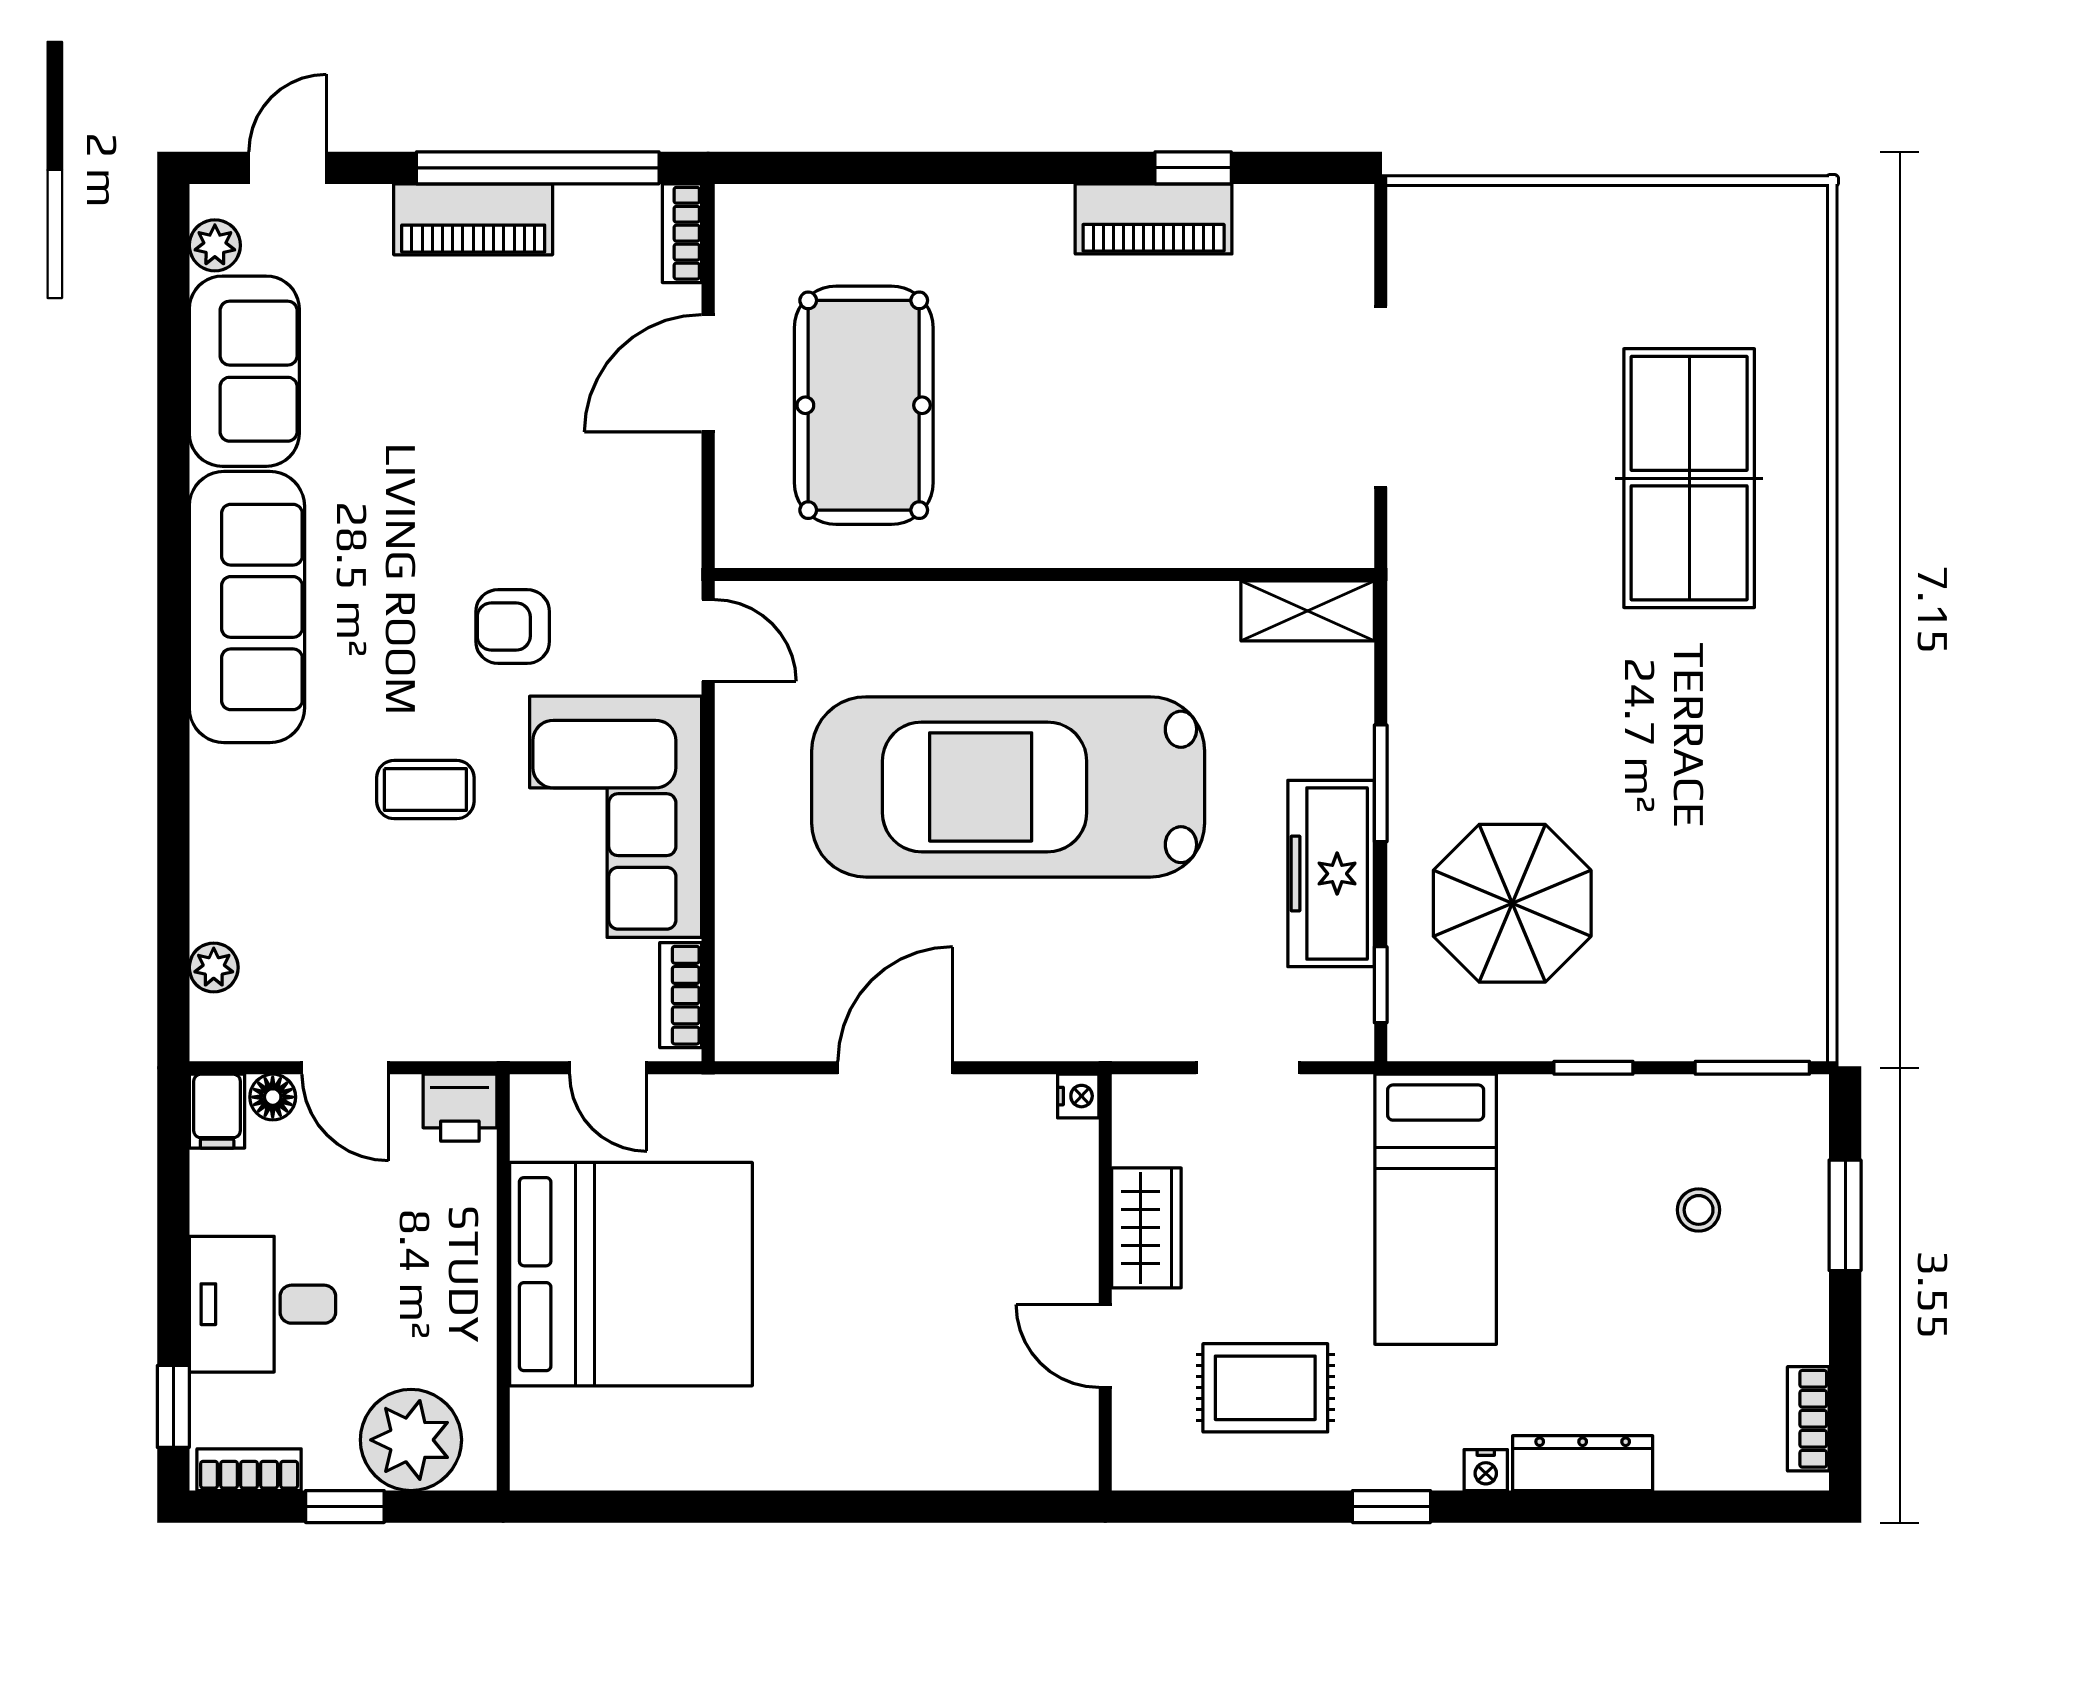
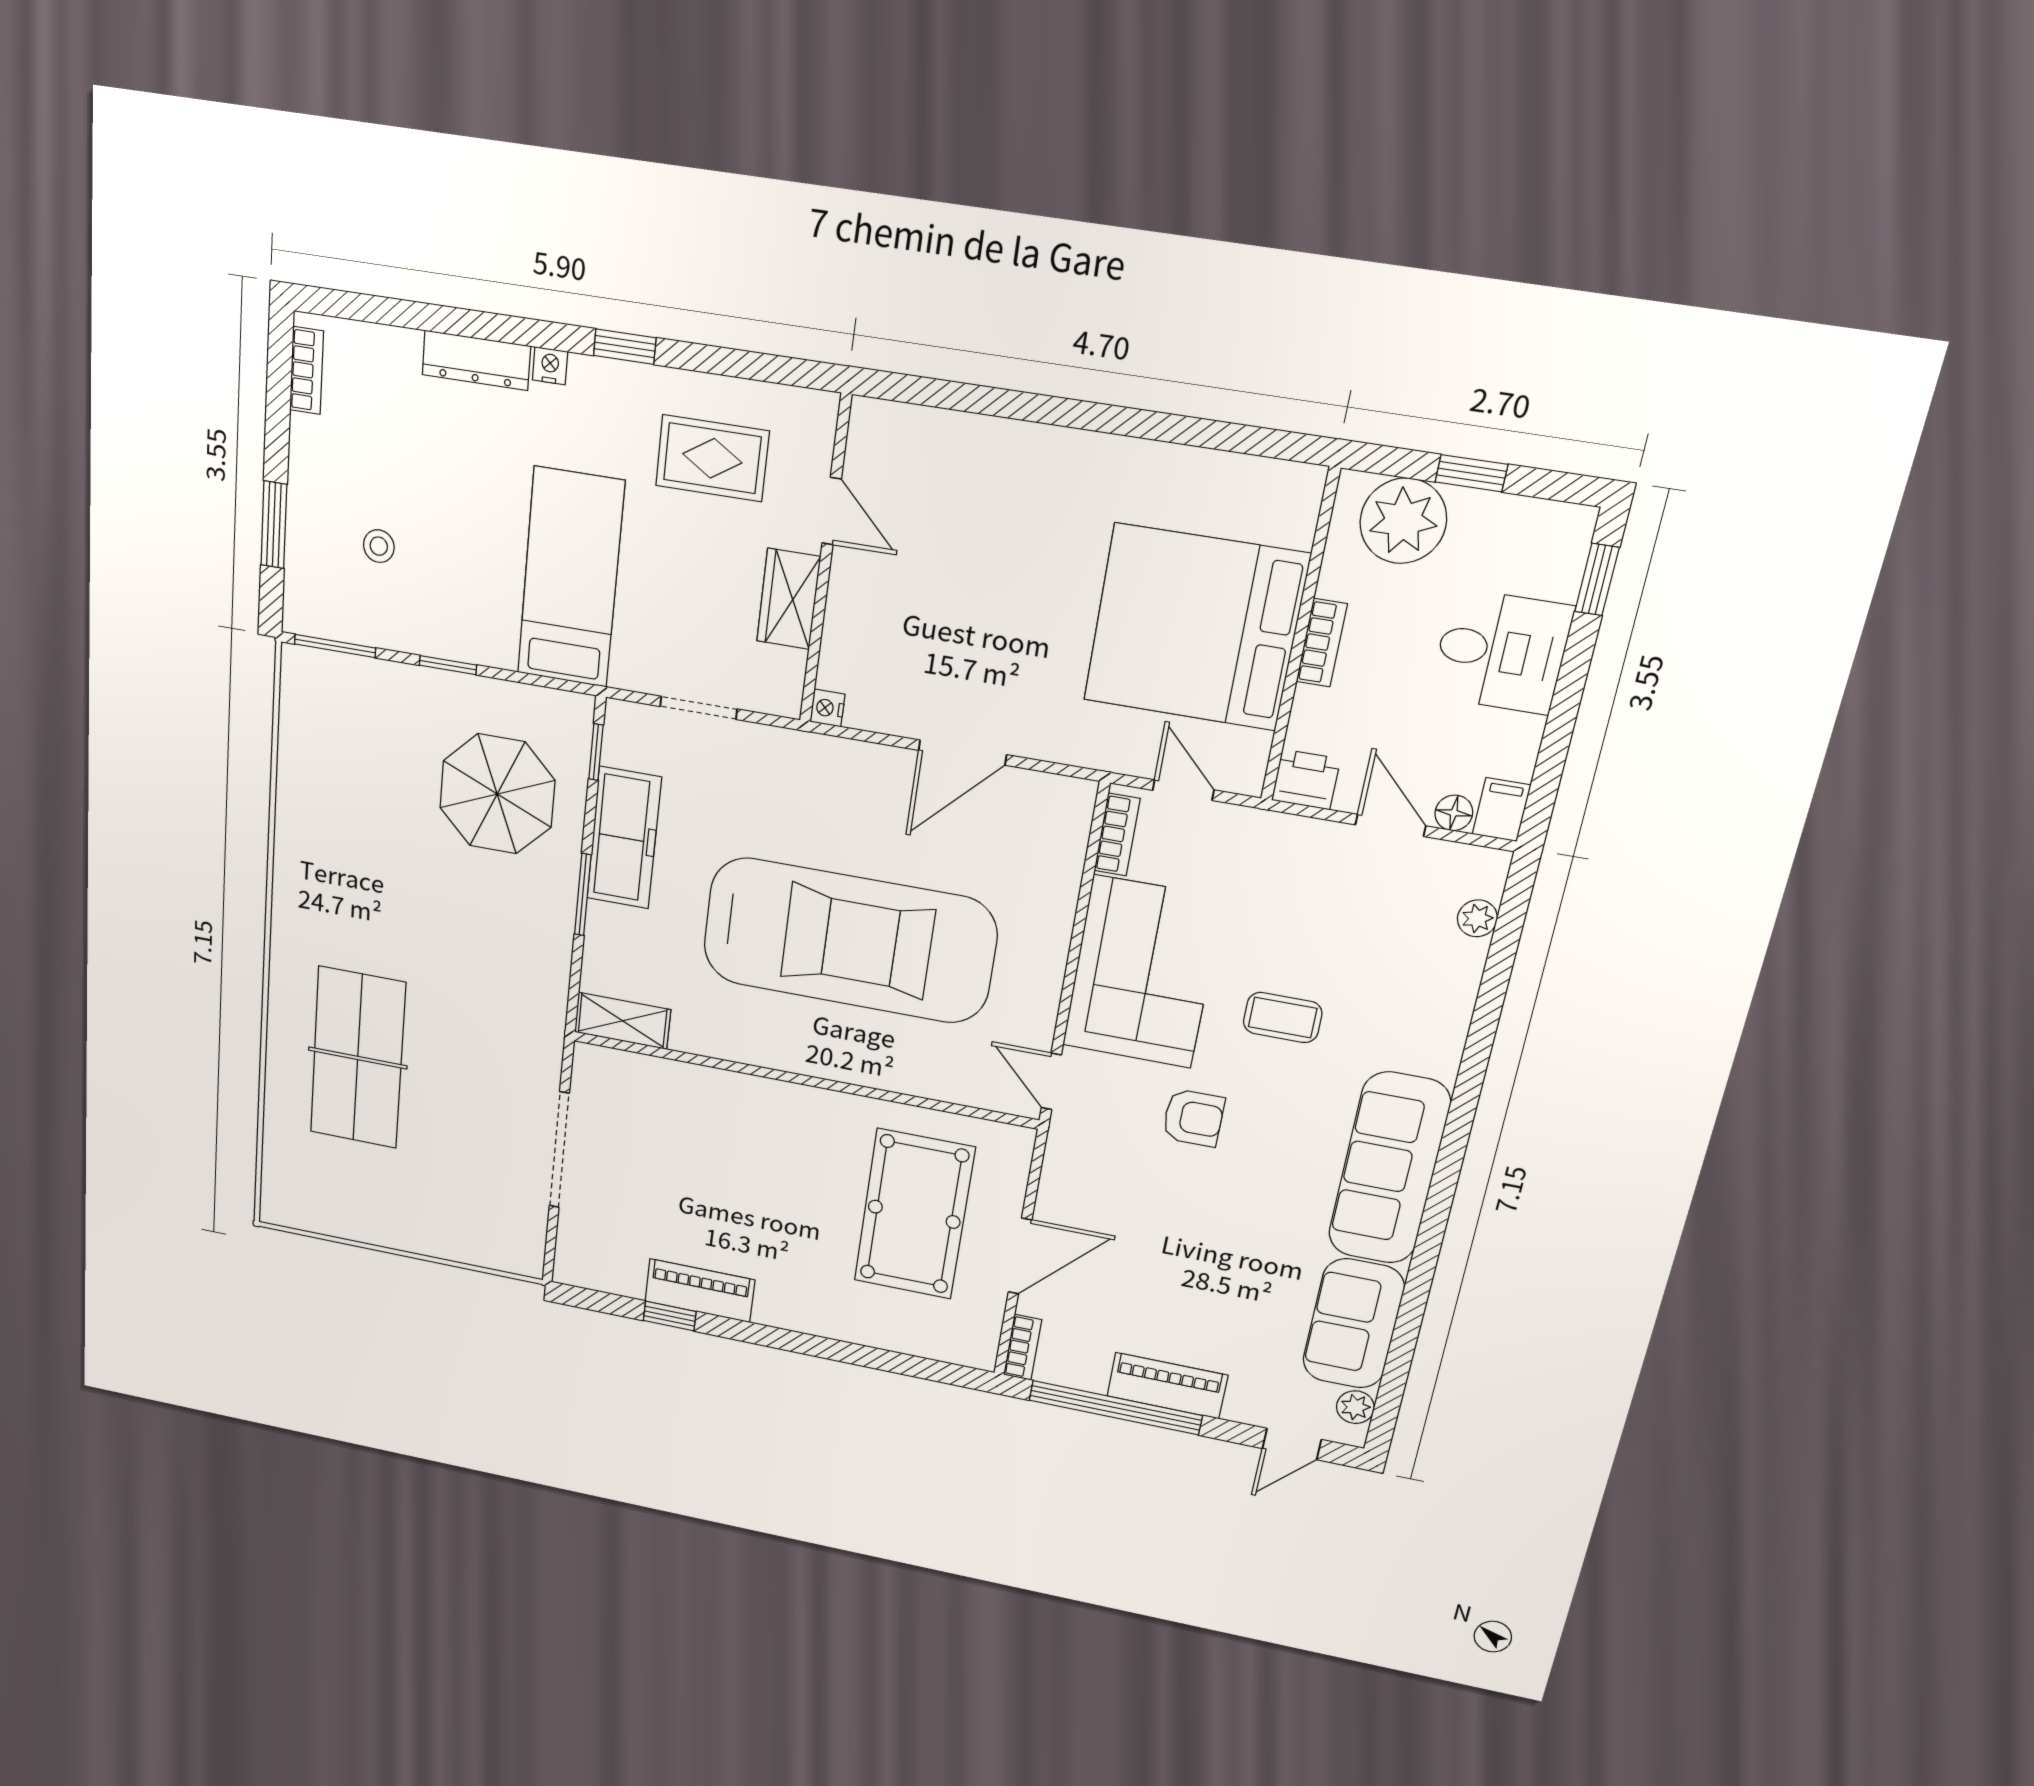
bookcase: (249, 1470) -> (1322, 643), moved, turned -90

